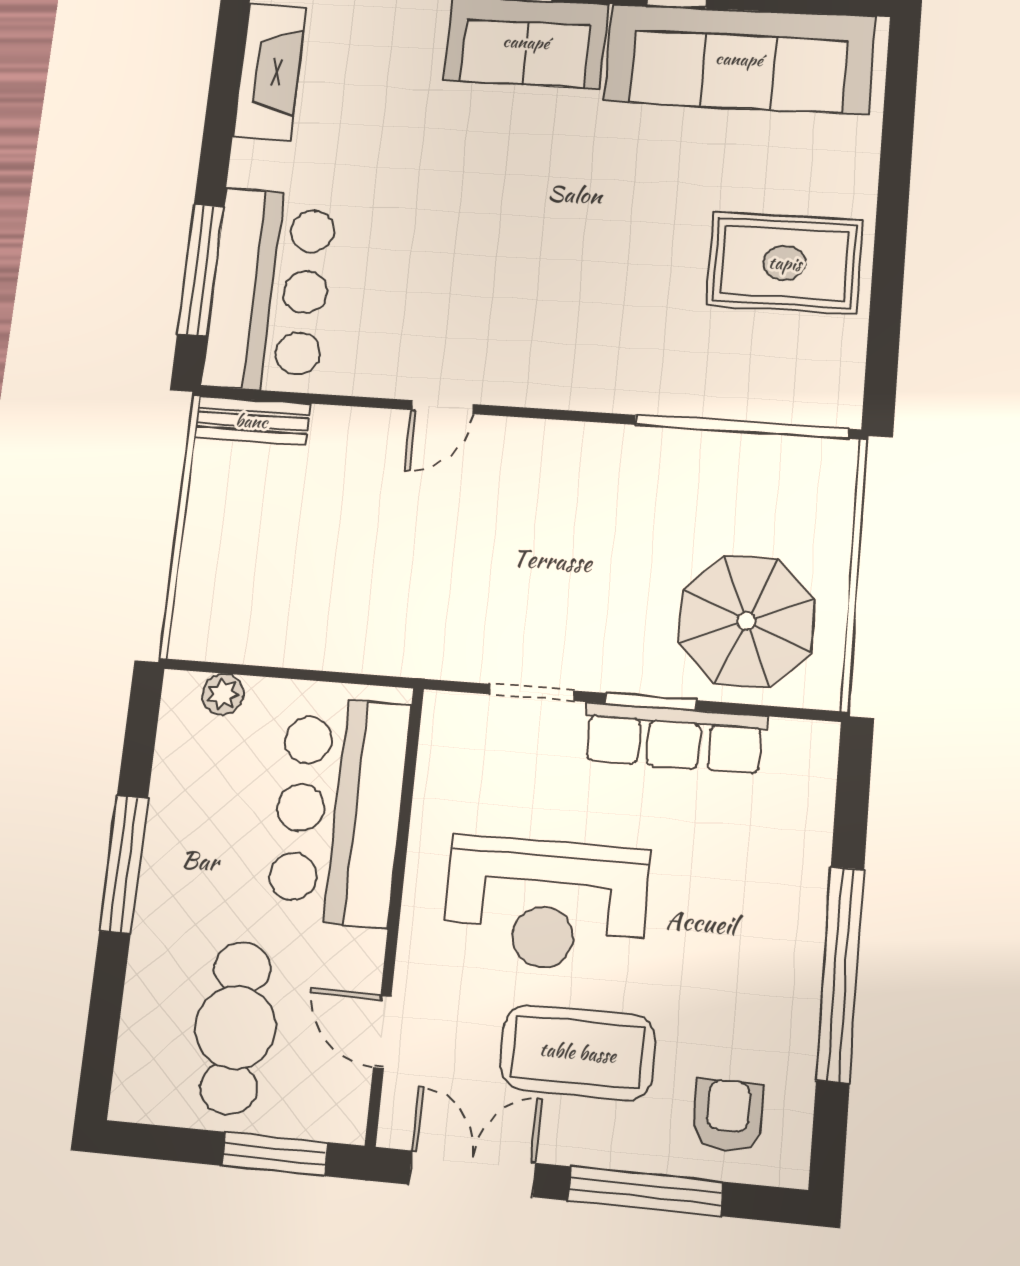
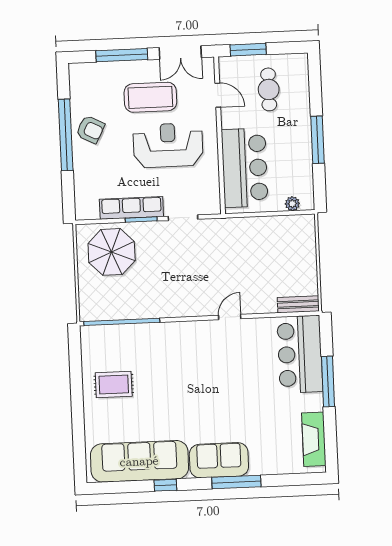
rug: (785, 263) -> (114, 384), width x0.73, depth x0.70
window: (200, 270) -> (328, 382), moved
cafe table: (235, 1028) -> (269, 89), width x0.73, depth x0.74
armchair: (728, 1116) -> (90, 129), moved, turned -63

